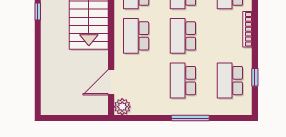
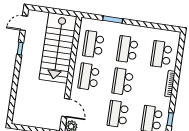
door: (111, 82) -> (66, 108), swing flipped

